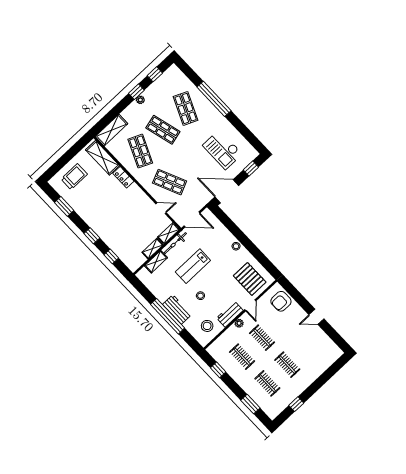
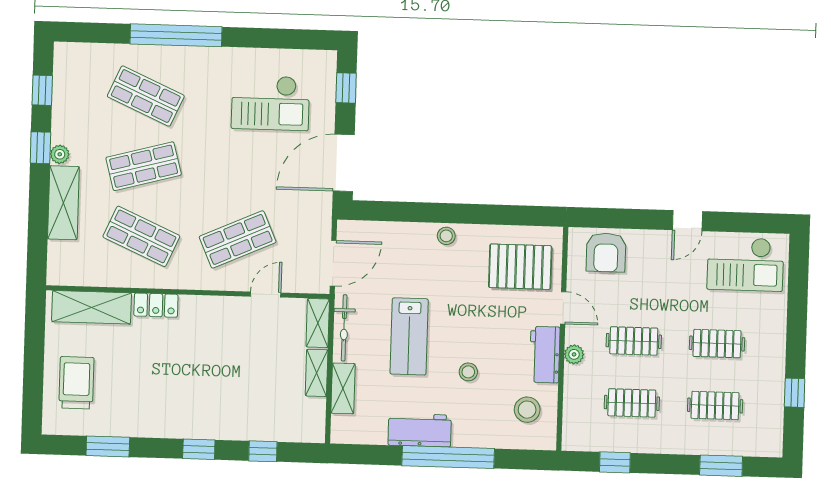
shelving: (112, 130) -> (63, 203), moved
workbench: (177, 309) -> (420, 430), moved
checkout: (321, 348) -> (745, 264), added

